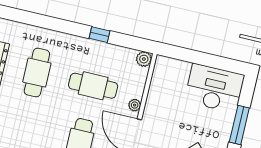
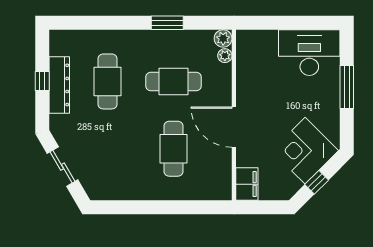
window: (100, 35) -> (167, 23), width x1.50
plant: (135, 105) -> (225, 56), moved

